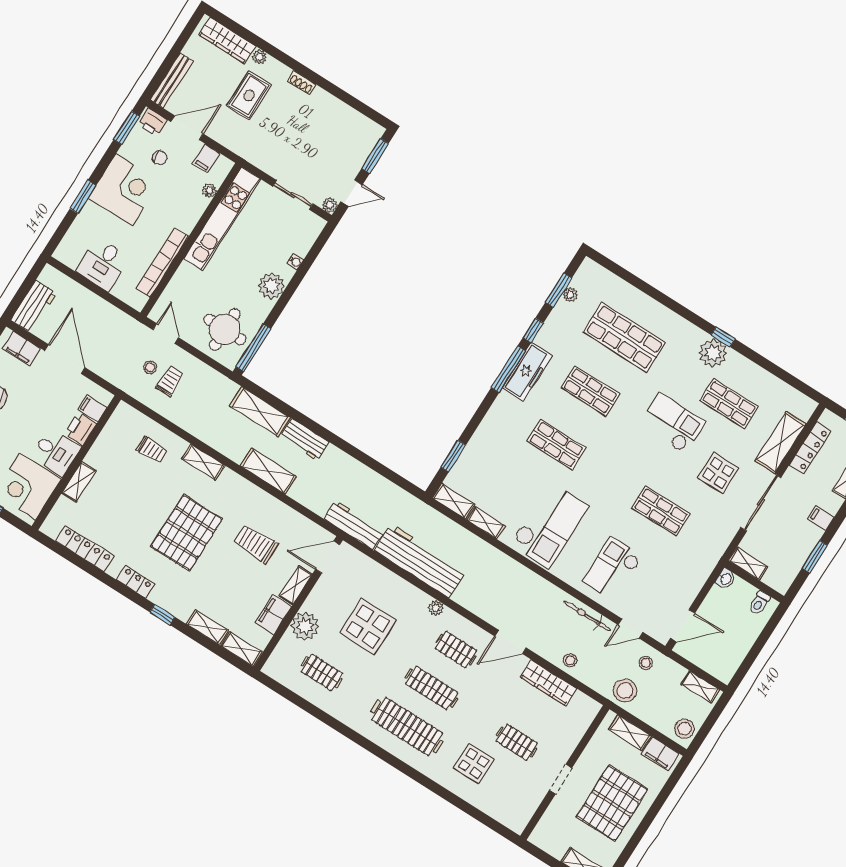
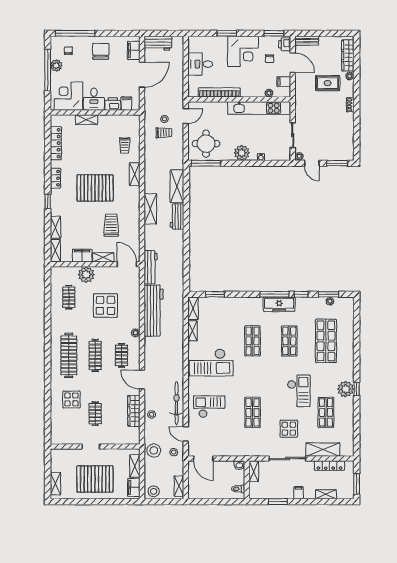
bench: (172, 80) -> (307, 41), width x0.73
bicycle: (587, 616) -> (177, 403), width x1.37, depth x1.40

